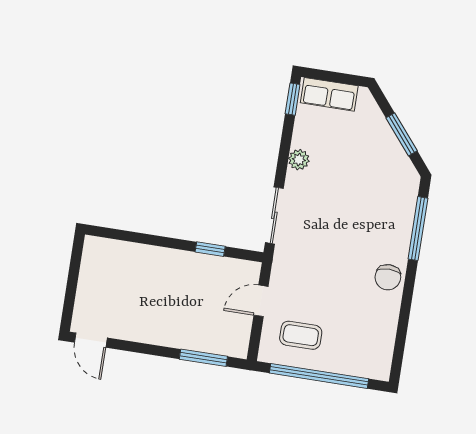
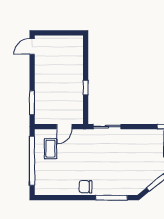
plant: (299, 160) -> (136, 134), removed
window: (210, 249) -> (86, 88), moved
door: (261, 301) -> (64, 127), swing flipped

